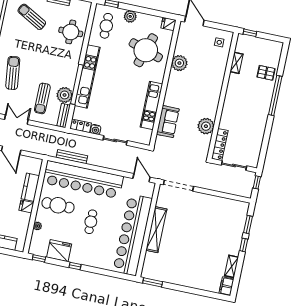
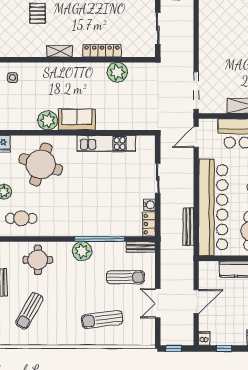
shelving: (237, 63) -> (59, 51), moved
kitchen unit: (87, 76) -> (87, 228), removed
plant: (65, 95) -> (82, 251), moved
sofa: (168, 122) -> (77, 120), moved
locker: (220, 145) -> (102, 51), moved

